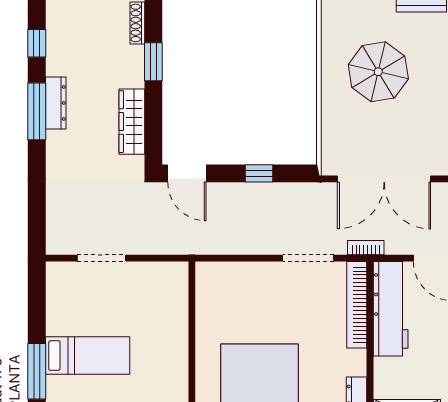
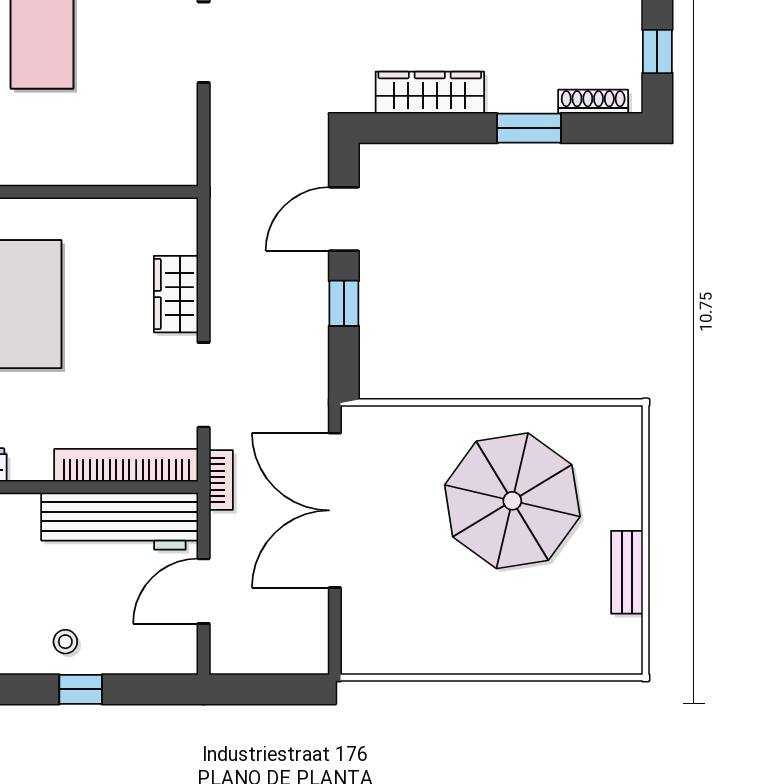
parasol: (378, 72) -> (512, 501), width x1.36, depth x1.36
door: (187, 173) -> (344, 219), moved
wardrobe: (253, 275) -> (176, 294), added

